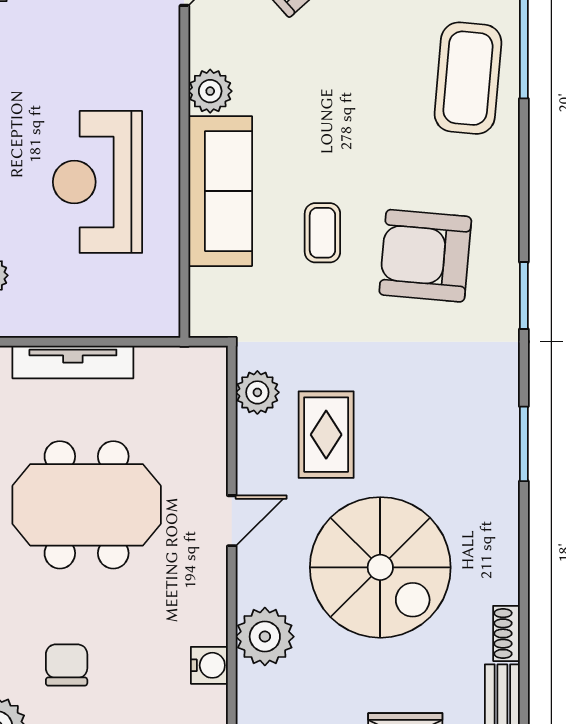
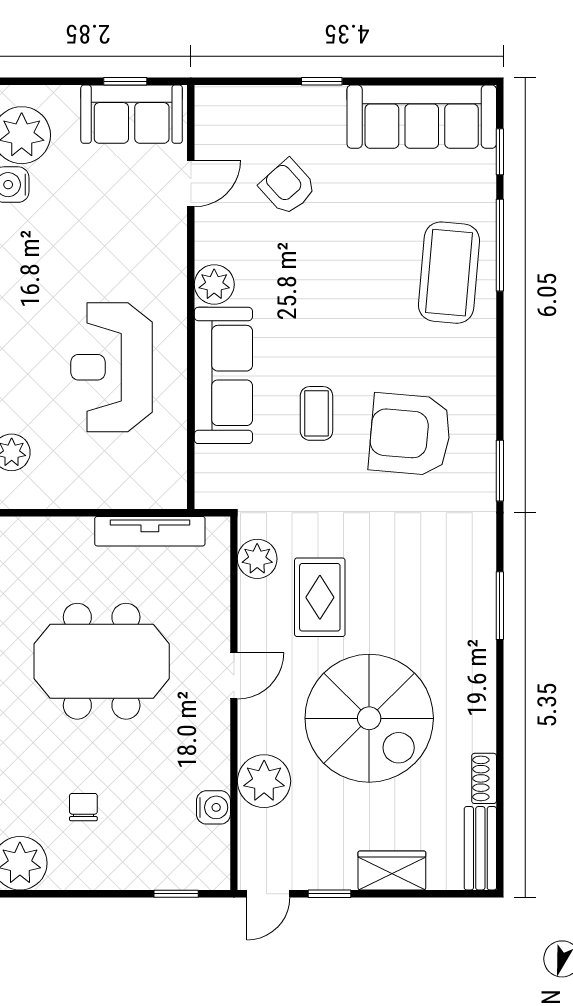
tv unit: (73, 362) -> (150, 531), moved
chair: (67, 665) -> (83, 807), width x0.73, depth x0.73

